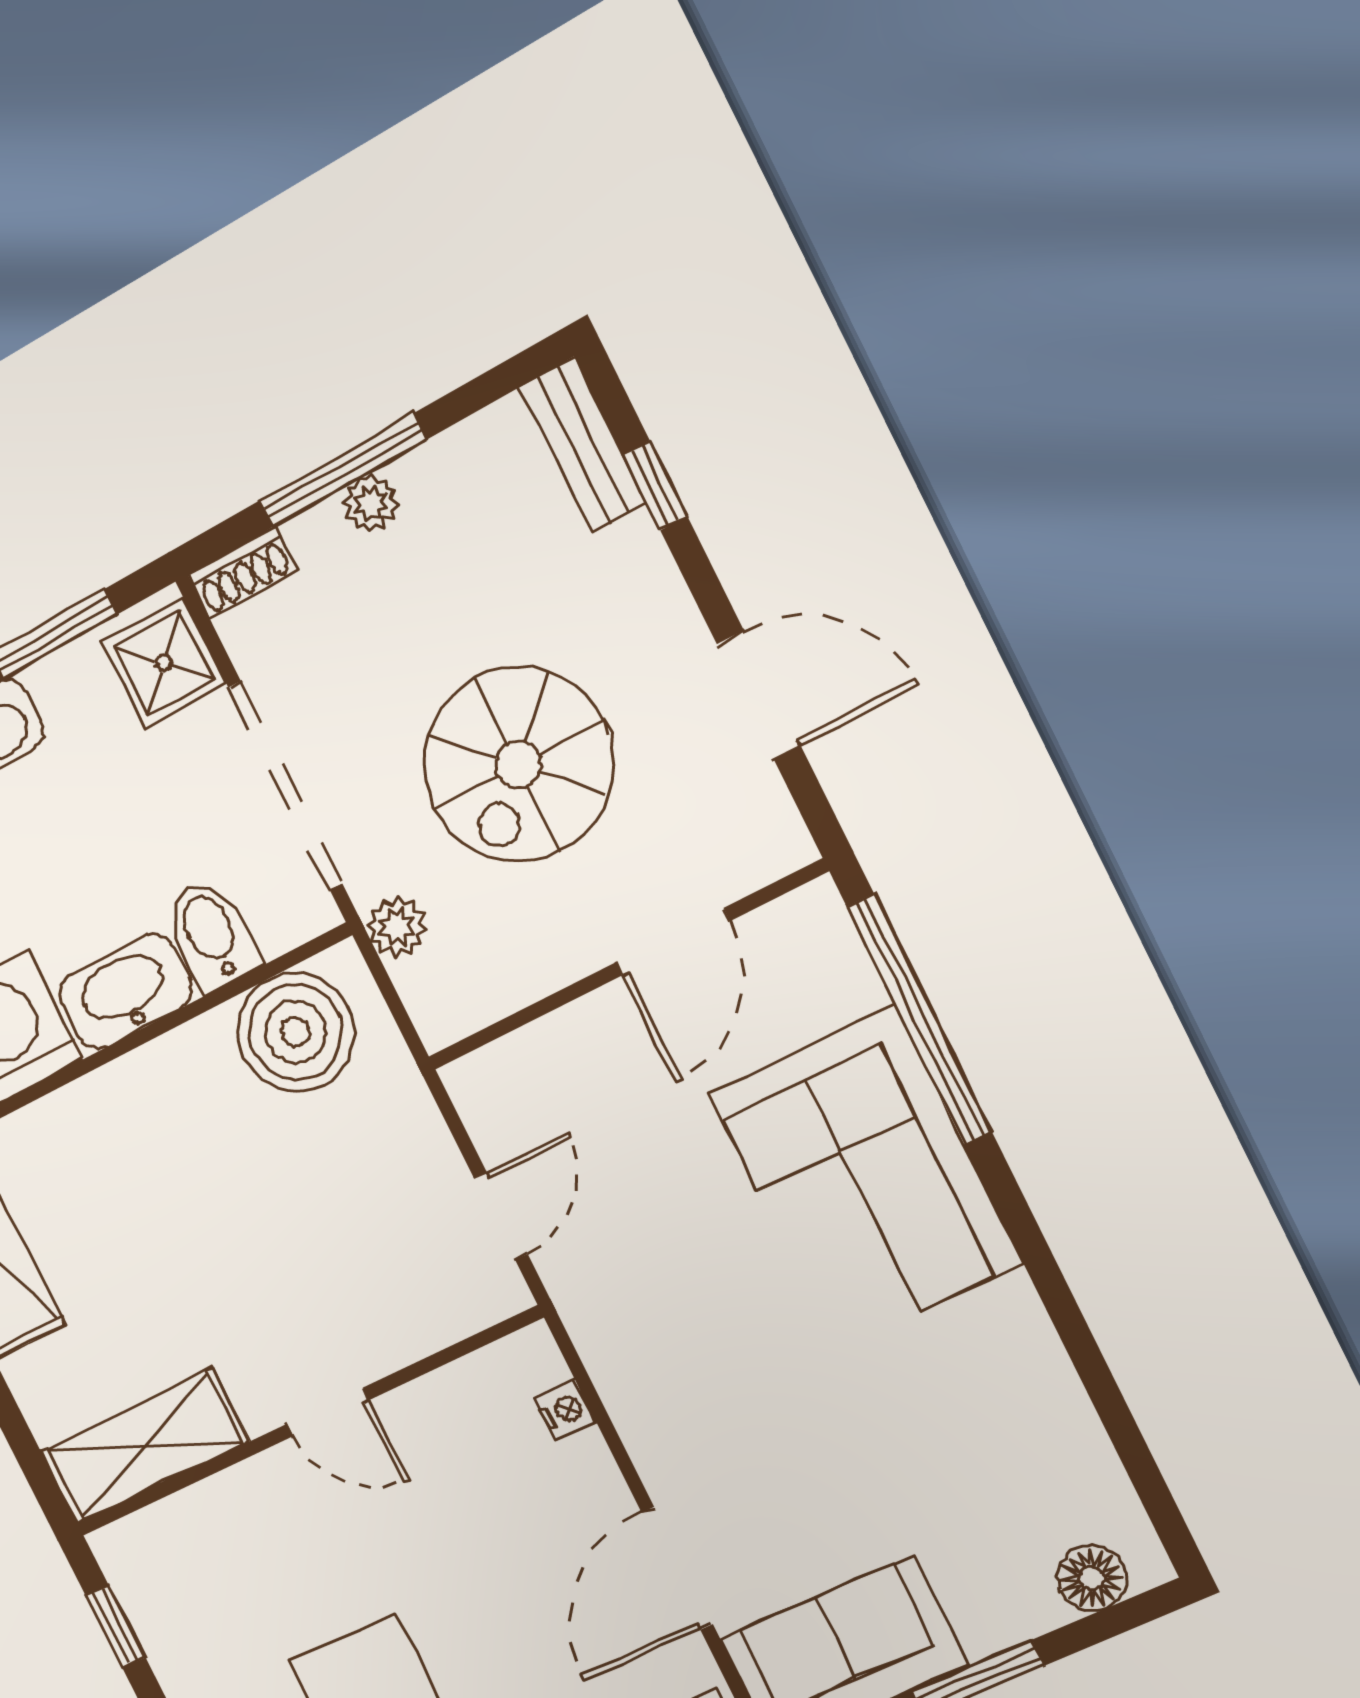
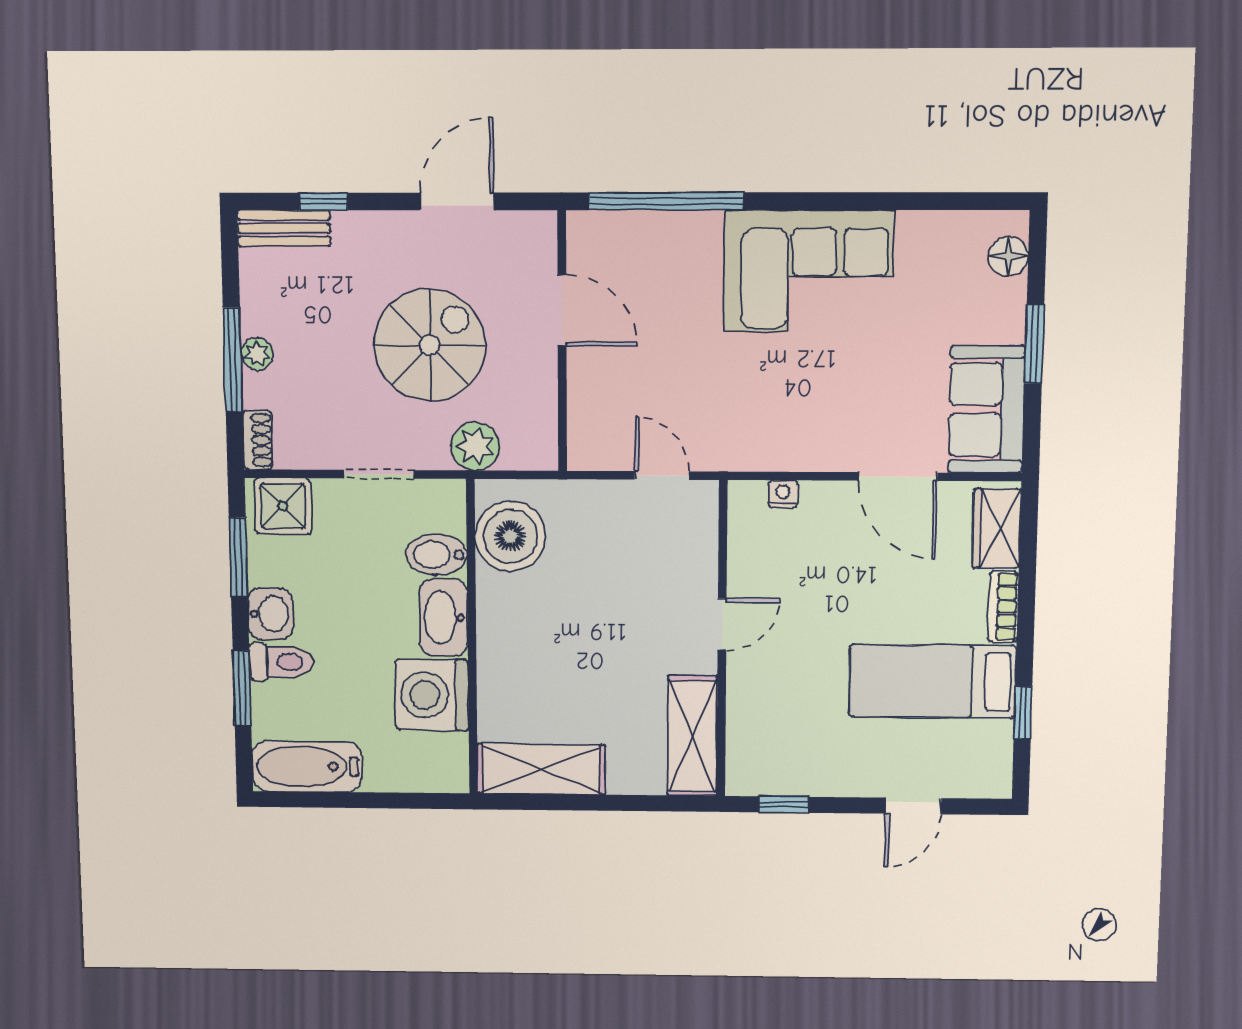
spiral stairs: (518, 765) -> (430, 345), turned -90
doorway: (285, 786) -> (379, 474), width x0.53
plant: (397, 927) -> (475, 446), width x1.38, depth x1.38
corner sofa: (865, 1178) -> (809, 271), moved

